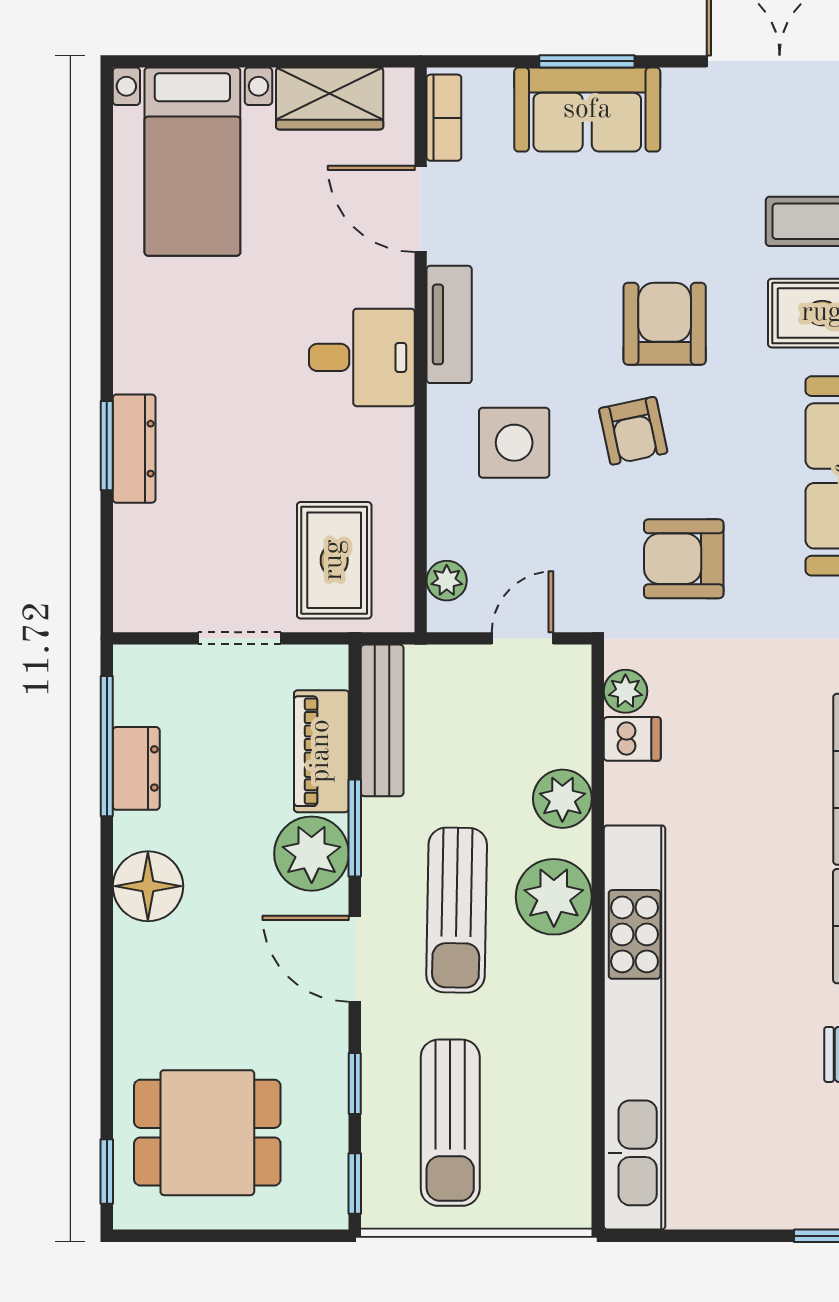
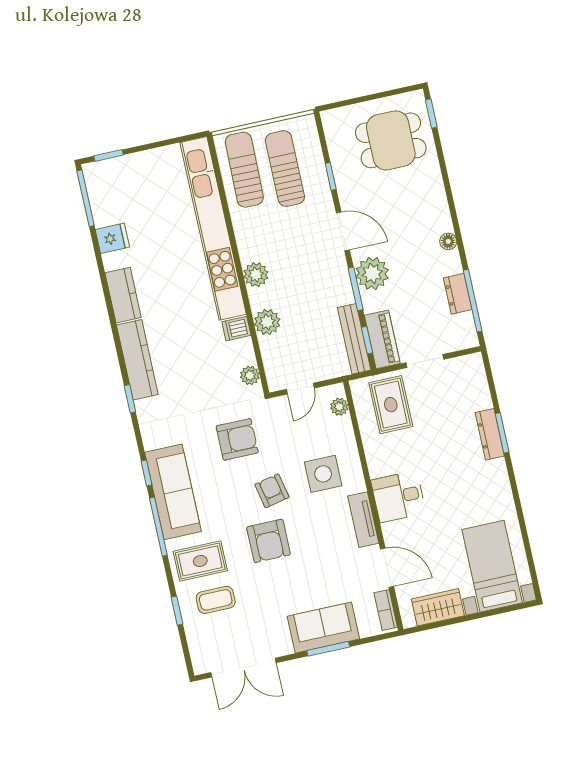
dishwasher: (632, 739) -> (236, 329), moved
piano: (321, 751) -> (382, 339), moved
floor lamp: (148, 886) -> (448, 241), width x0.53, depth x0.53
plant: (554, 897) -> (256, 275), width x0.73, depth x0.73
sun lounger: (457, 910) -> (244, 170), moved
window: (355, 1183) -> (367, 340), moved

